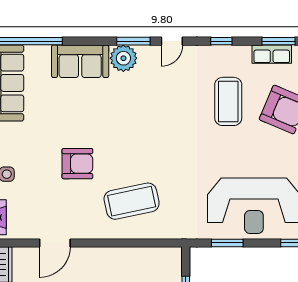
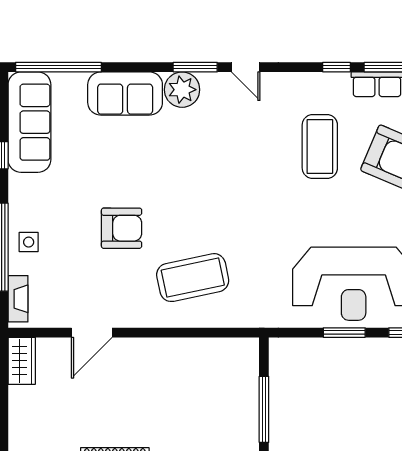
door: (172, 41) -> (246, 67), hinge flipped
window: (221, 41) -> (337, 67), moved
window: (227, 243) -> (344, 333), moved

